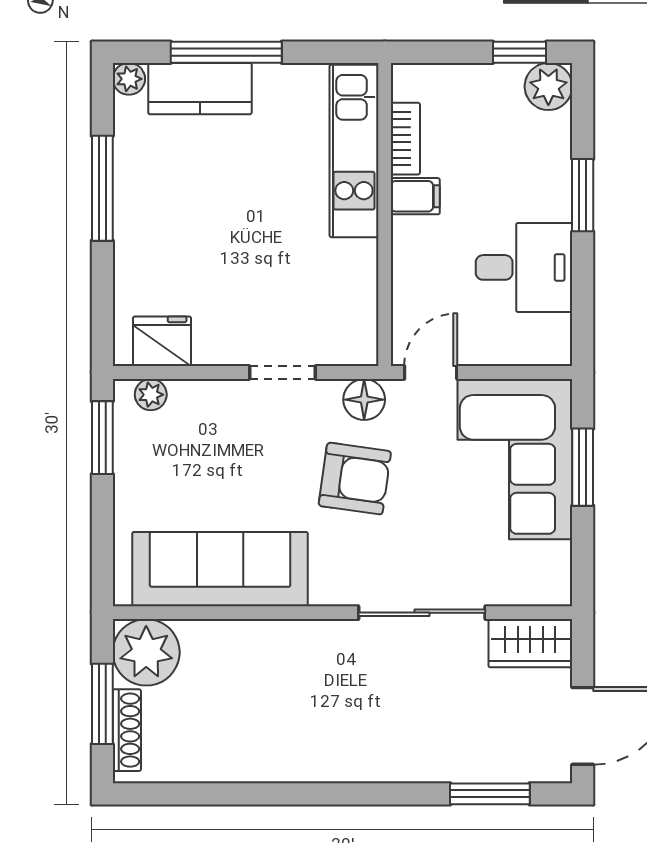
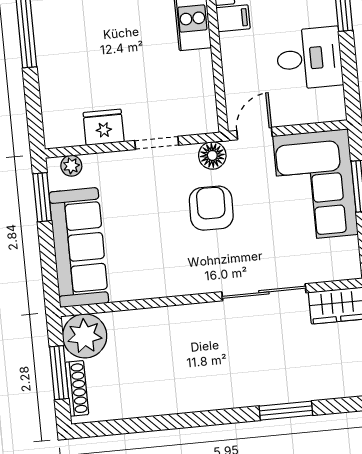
fridge: (162, 341) -> (104, 127), moved
armchair: (355, 479) -> (211, 208), turned -97
sofa: (220, 569) -> (79, 248), moved, turned 90
window: (490, 794) -> (286, 411), moved

